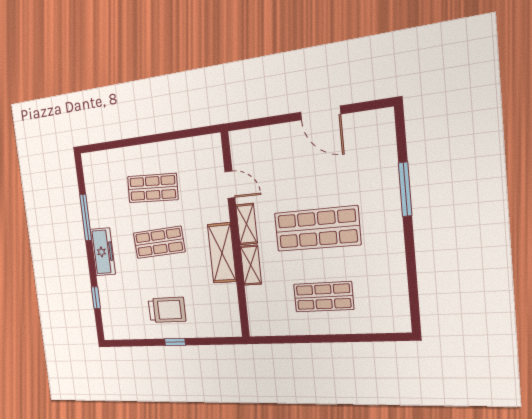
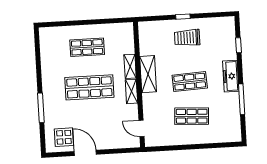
display table: (360, 138) -> (64, 137), added
door: (230, 185) -> (141, 128), moved

